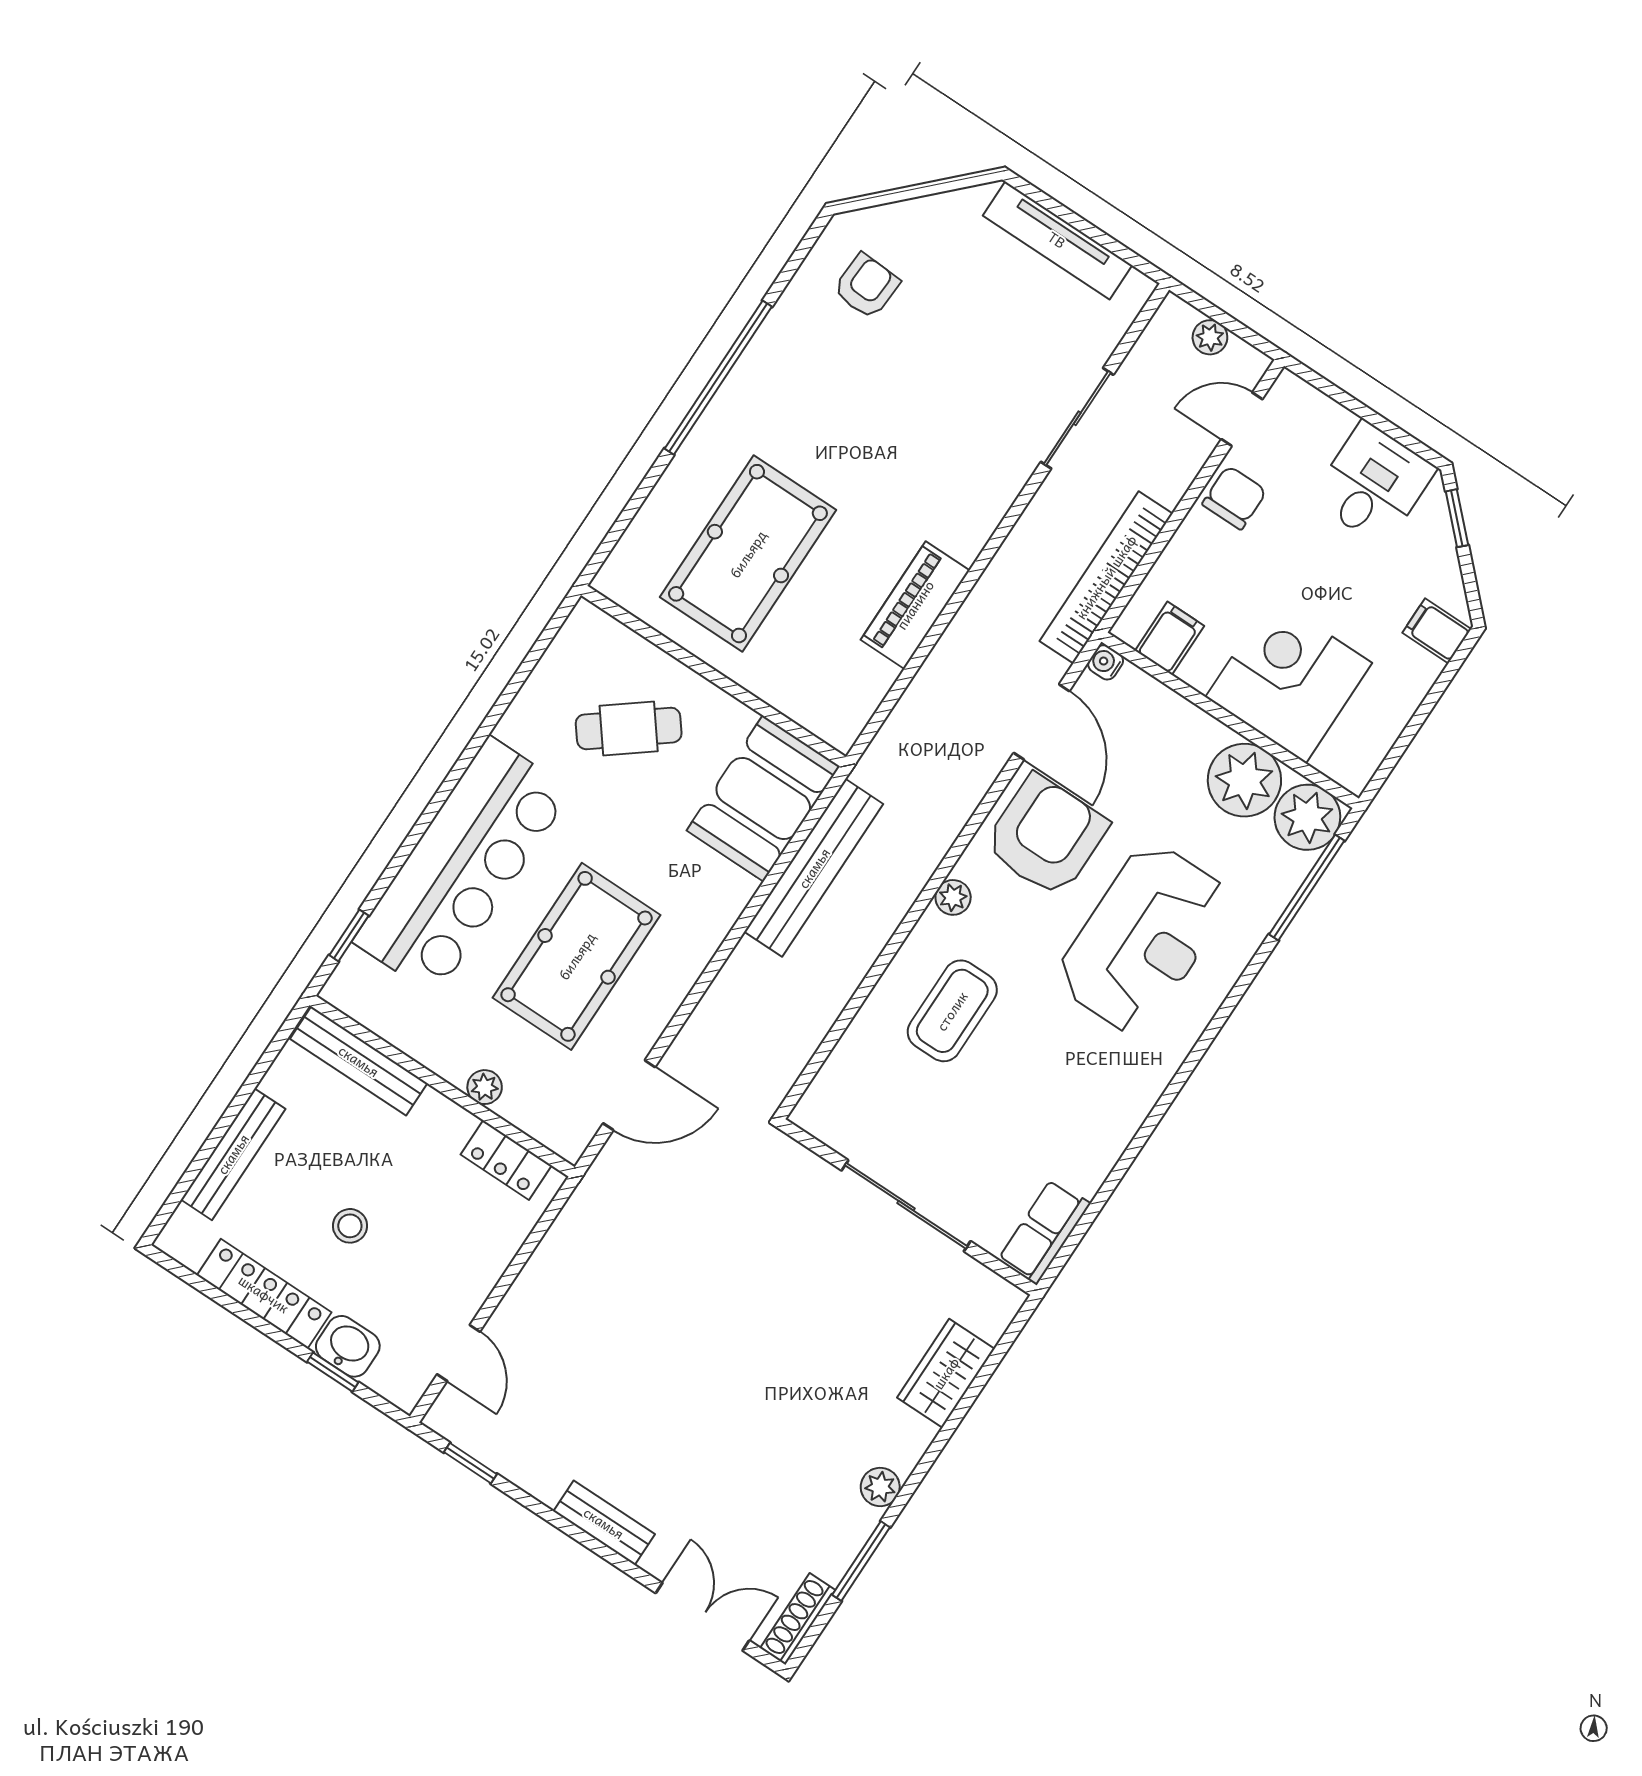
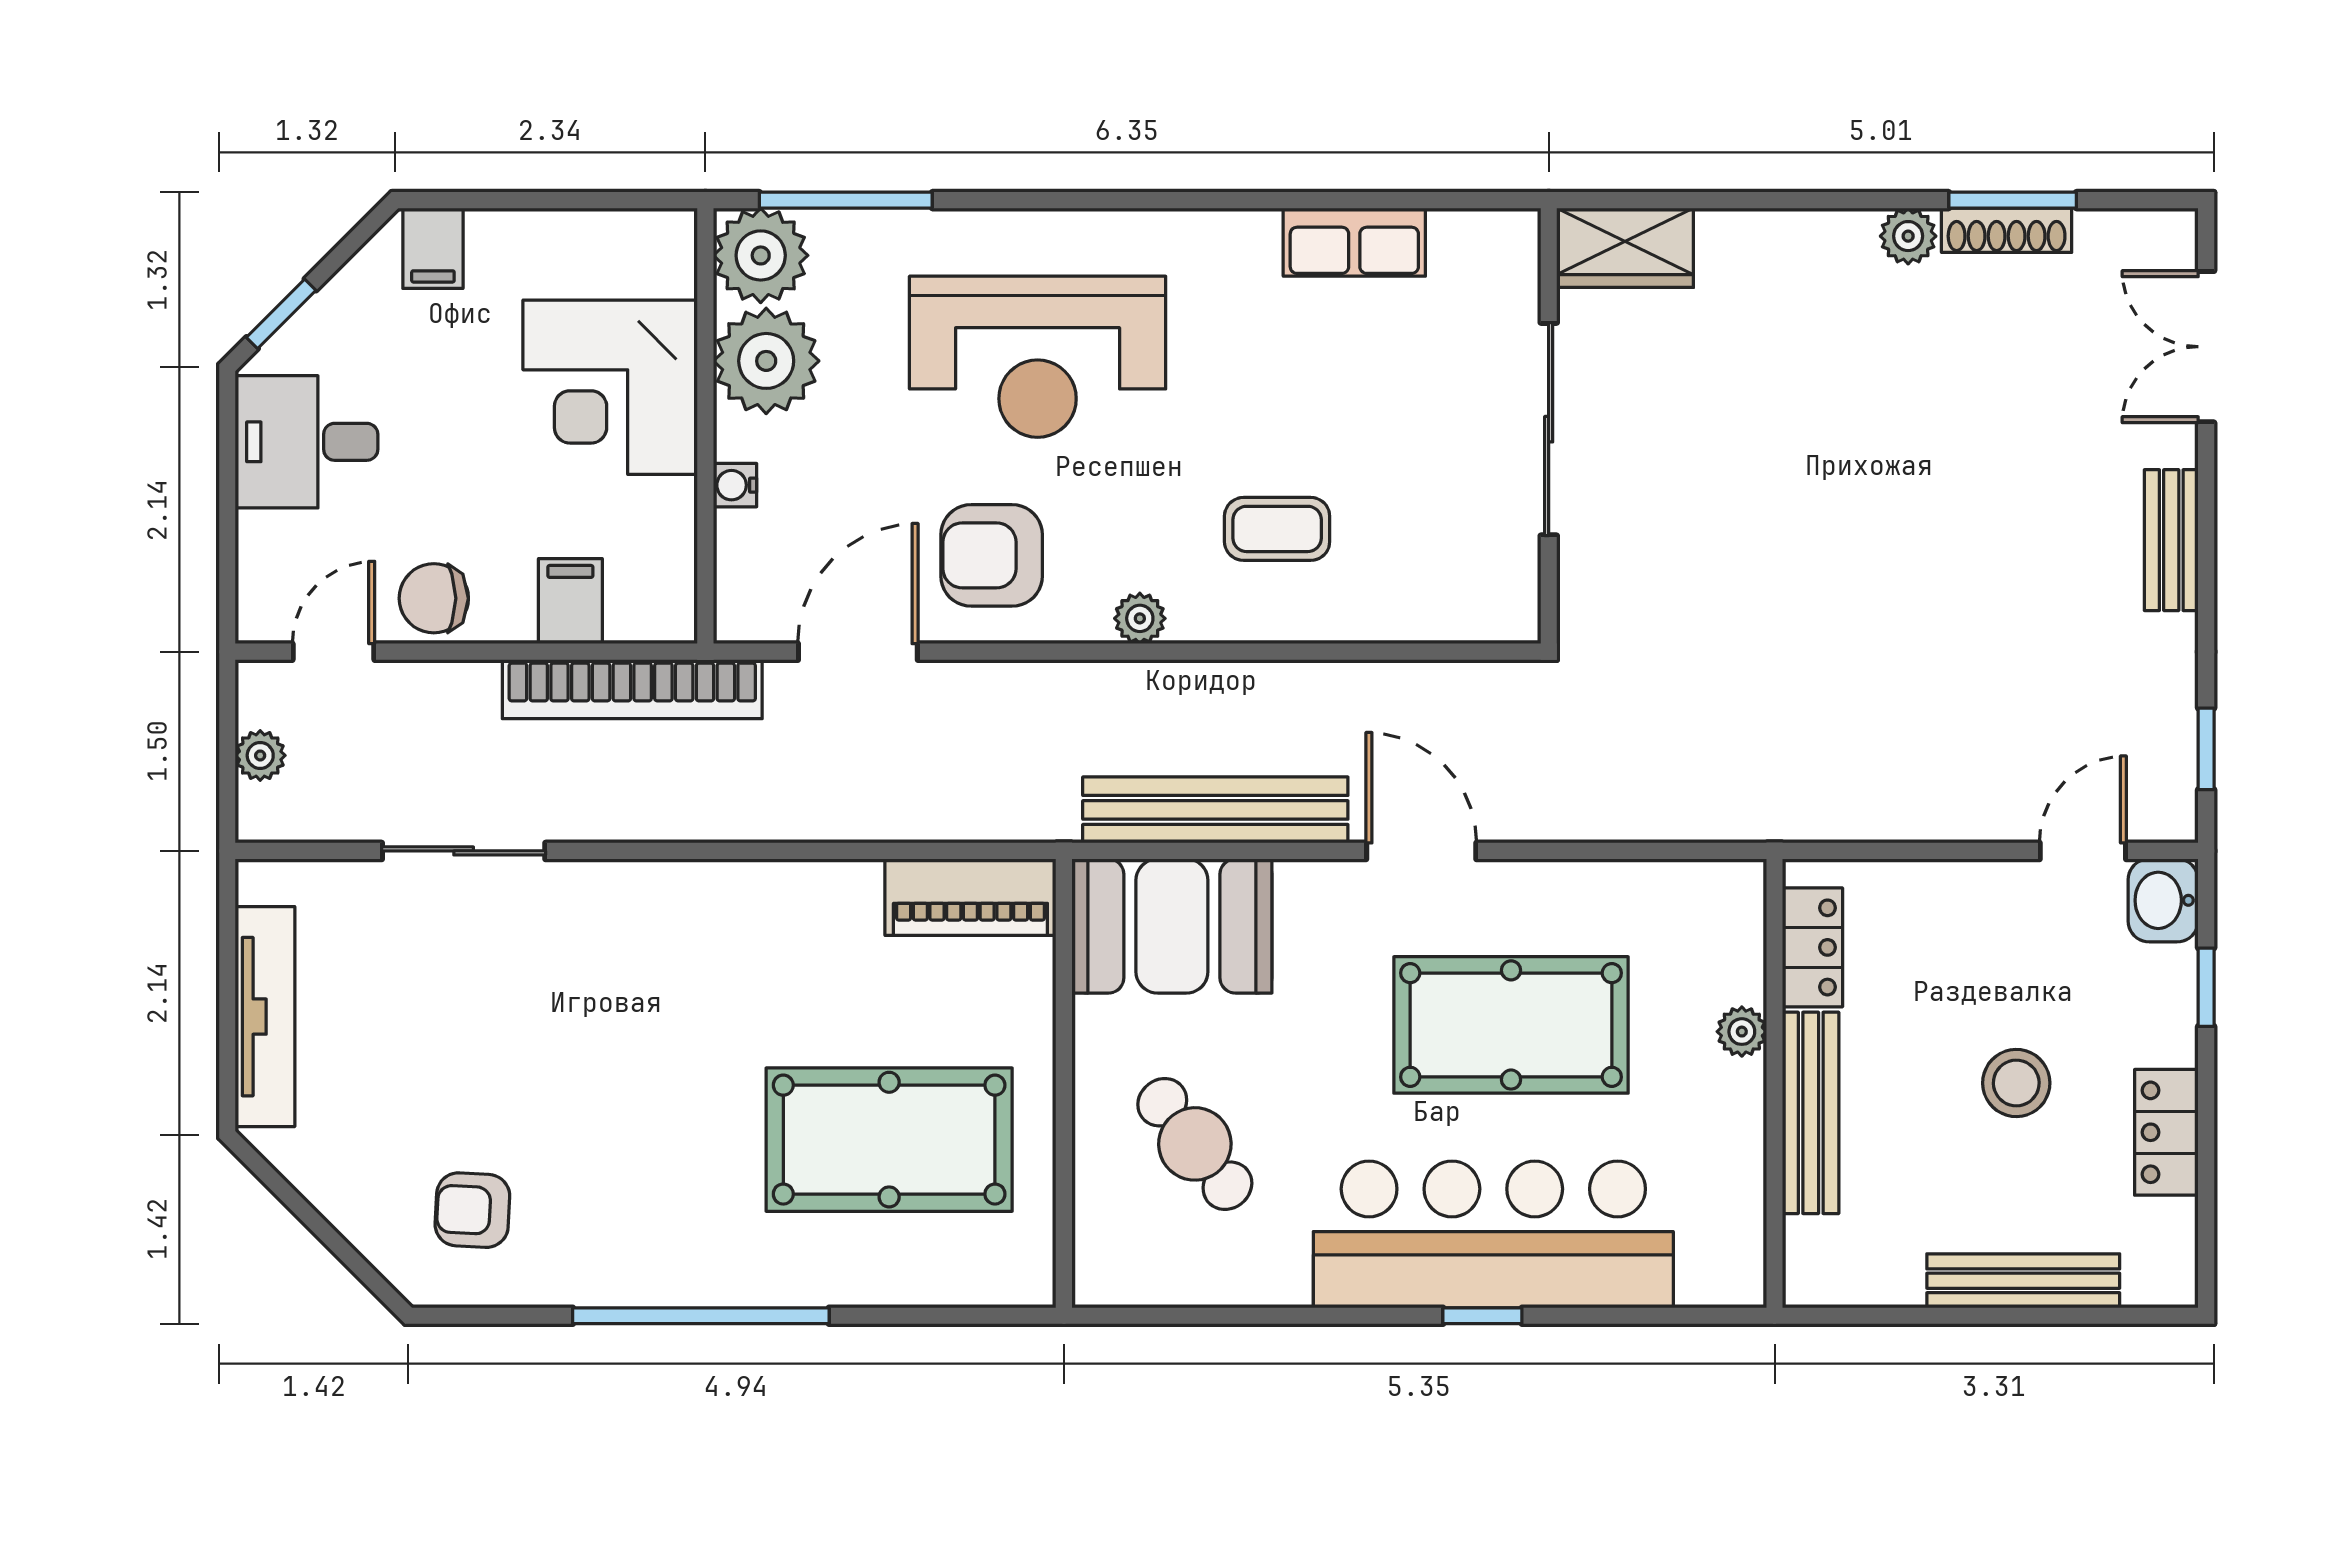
door: (1242, 419) -> (333, 652), swing flipped
piano: (915, 605) -> (970, 897), moved
filing cabinet: (1170, 638) -> (570, 601), moved, turned 90
water cooler: (1106, 662) -> (735, 485), moved, turned 90
armchair: (1046, 836) -> (992, 555), width x0.73, depth x0.73
window: (349, 935) -> (1482, 1316), moved
reception desk: (1143, 938) -> (1038, 357), turned 180
coffee table: (952, 1011) -> (1277, 529), width x0.73, depth x0.77
bench: (359, 1061) -> (1811, 1113), moved
door: (629, 1095) -> (1421, 851), moved
stool: (350, 1226) -> (2016, 1083), width x1.37, depth x1.37
row of seats: (1044, 1232) -> (1354, 242), moved
locker: (264, 1294) -> (2166, 1132), width x0.66
washbasin: (348, 1346) -> (2163, 900), moved
wardrobe: (946, 1373) -> (1625, 248), moved
shoe rack: (798, 1619) -> (2007, 230), moved

